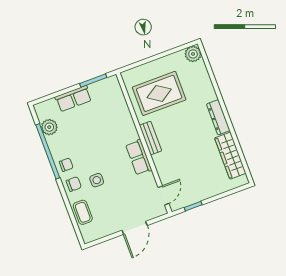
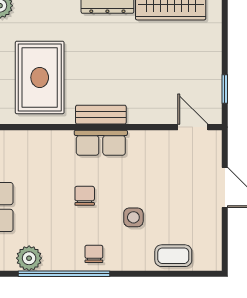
row of seats: (139, 157) -> (101, 143), moved
chair: (74, 184) -> (85, 196), moved

